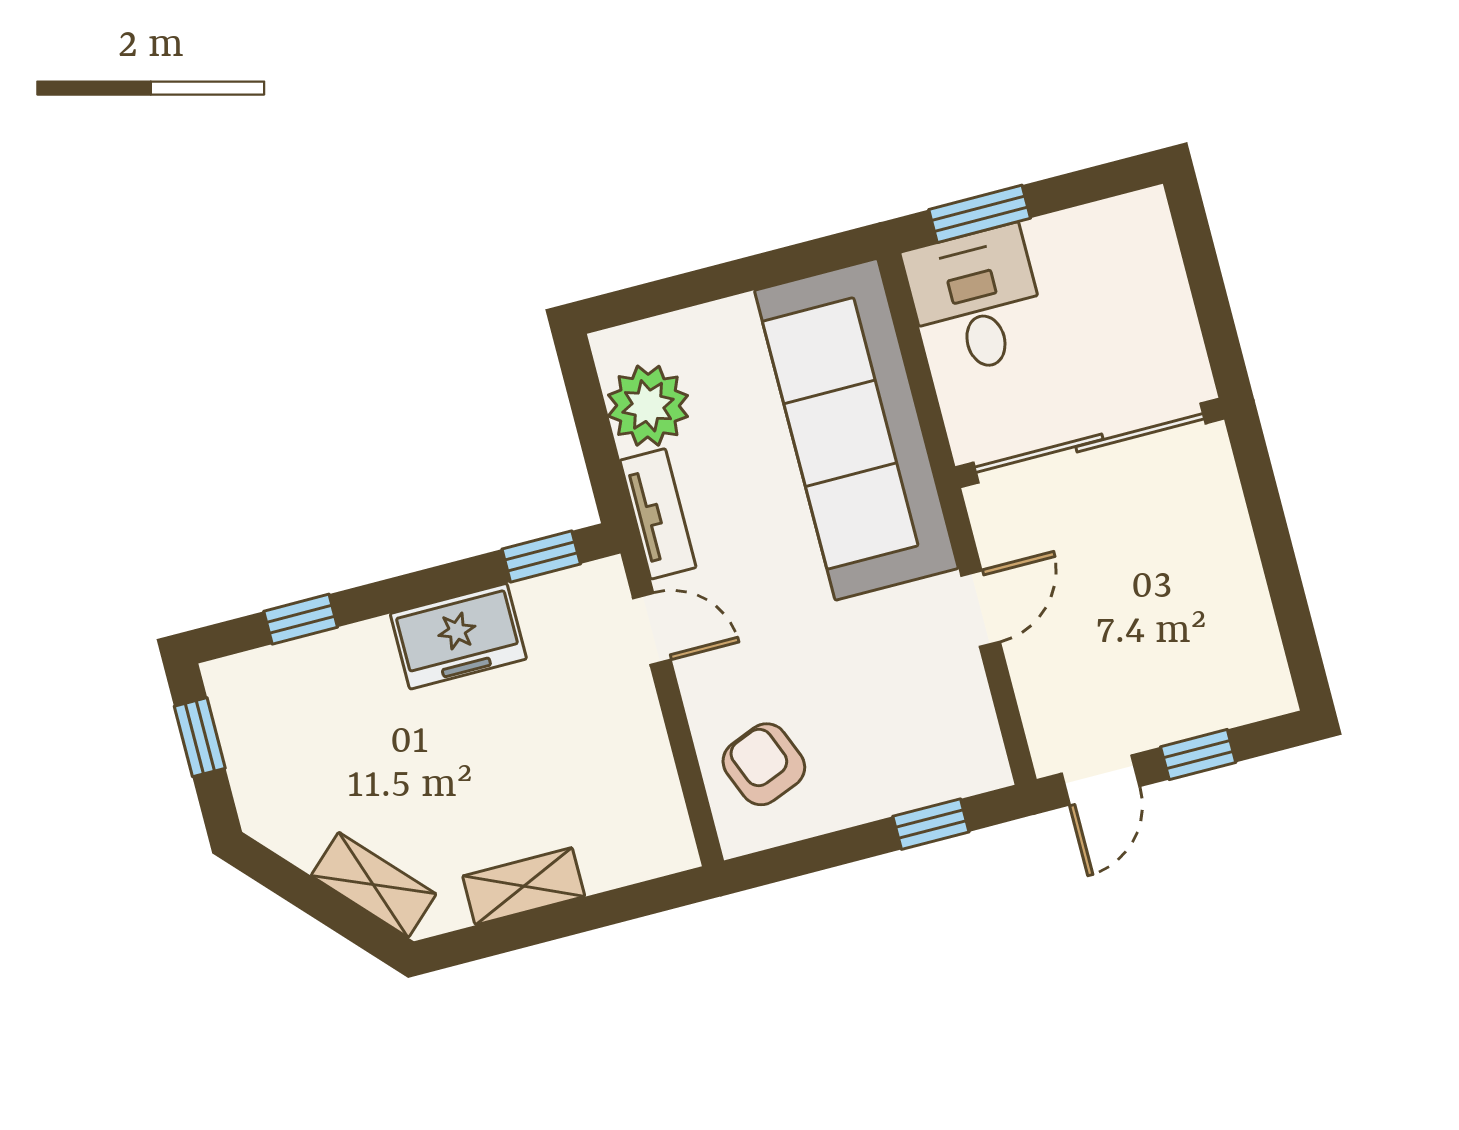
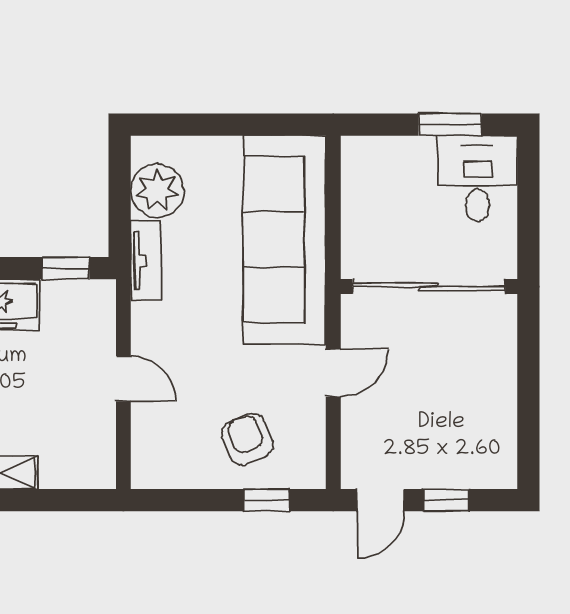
window: (980, 214) -> (450, 125), moved
desk: (976, 301) -> (477, 179), moved
door: (652, 629) -> (123, 379), moved
armchair: (764, 764) -> (247, 439), moved

